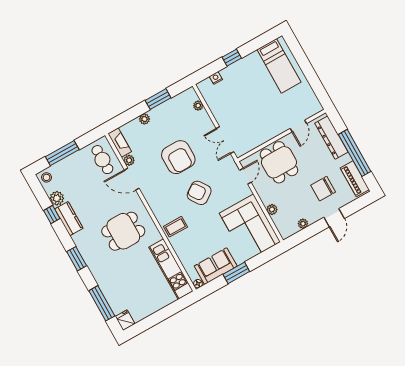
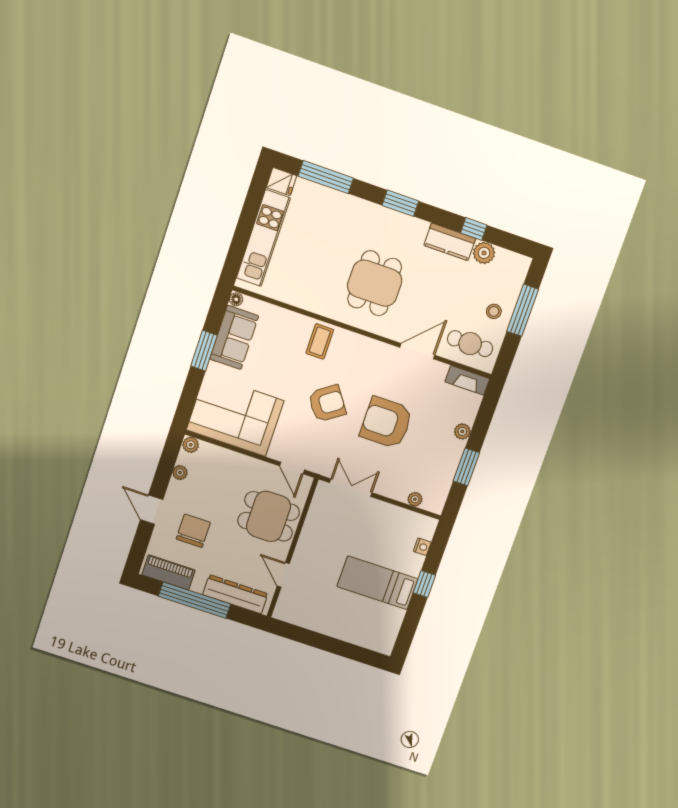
bed: (279, 66) -> (377, 583), moved
plant: (129, 160) -> (439, 370), removed
stool: (47, 177) -> (494, 311), moved
plant: (272, 209) -> (191, 445), moved
kitchen unit: (171, 269) -> (263, 238), moved, turned 90

